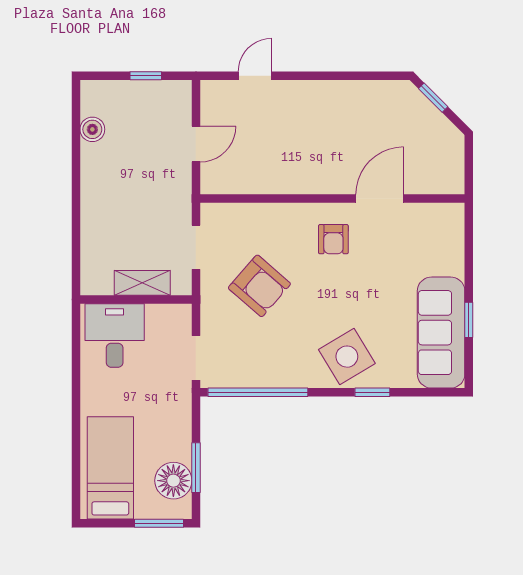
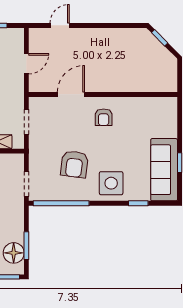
door: (380, 199) -> (71, 94), moved
armchair: (259, 286) -> (74, 164), moved, turned 56
side table: (347, 357) -> (111, 183), turned 31
window: (372, 392) -> (138, 203), moved

